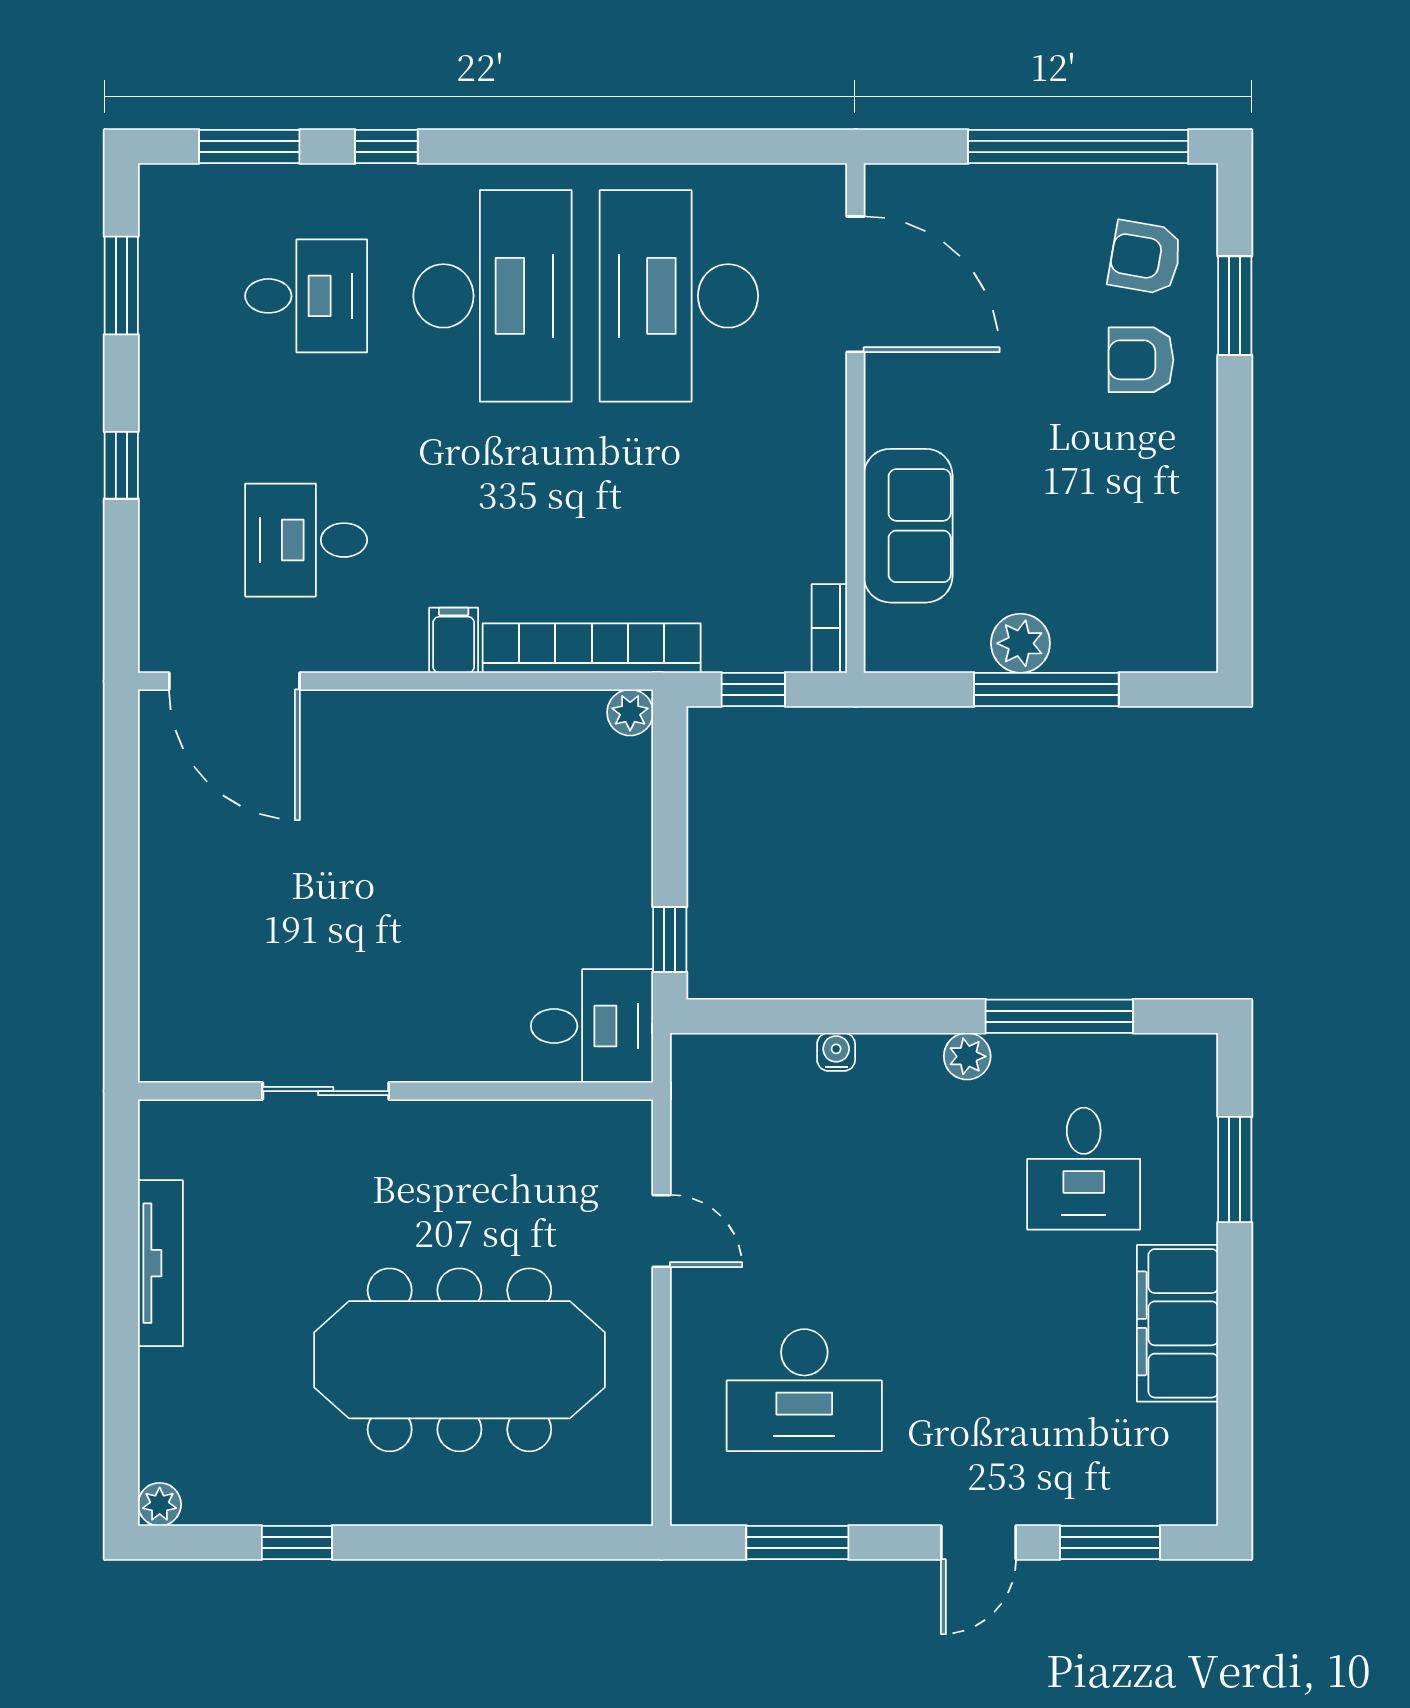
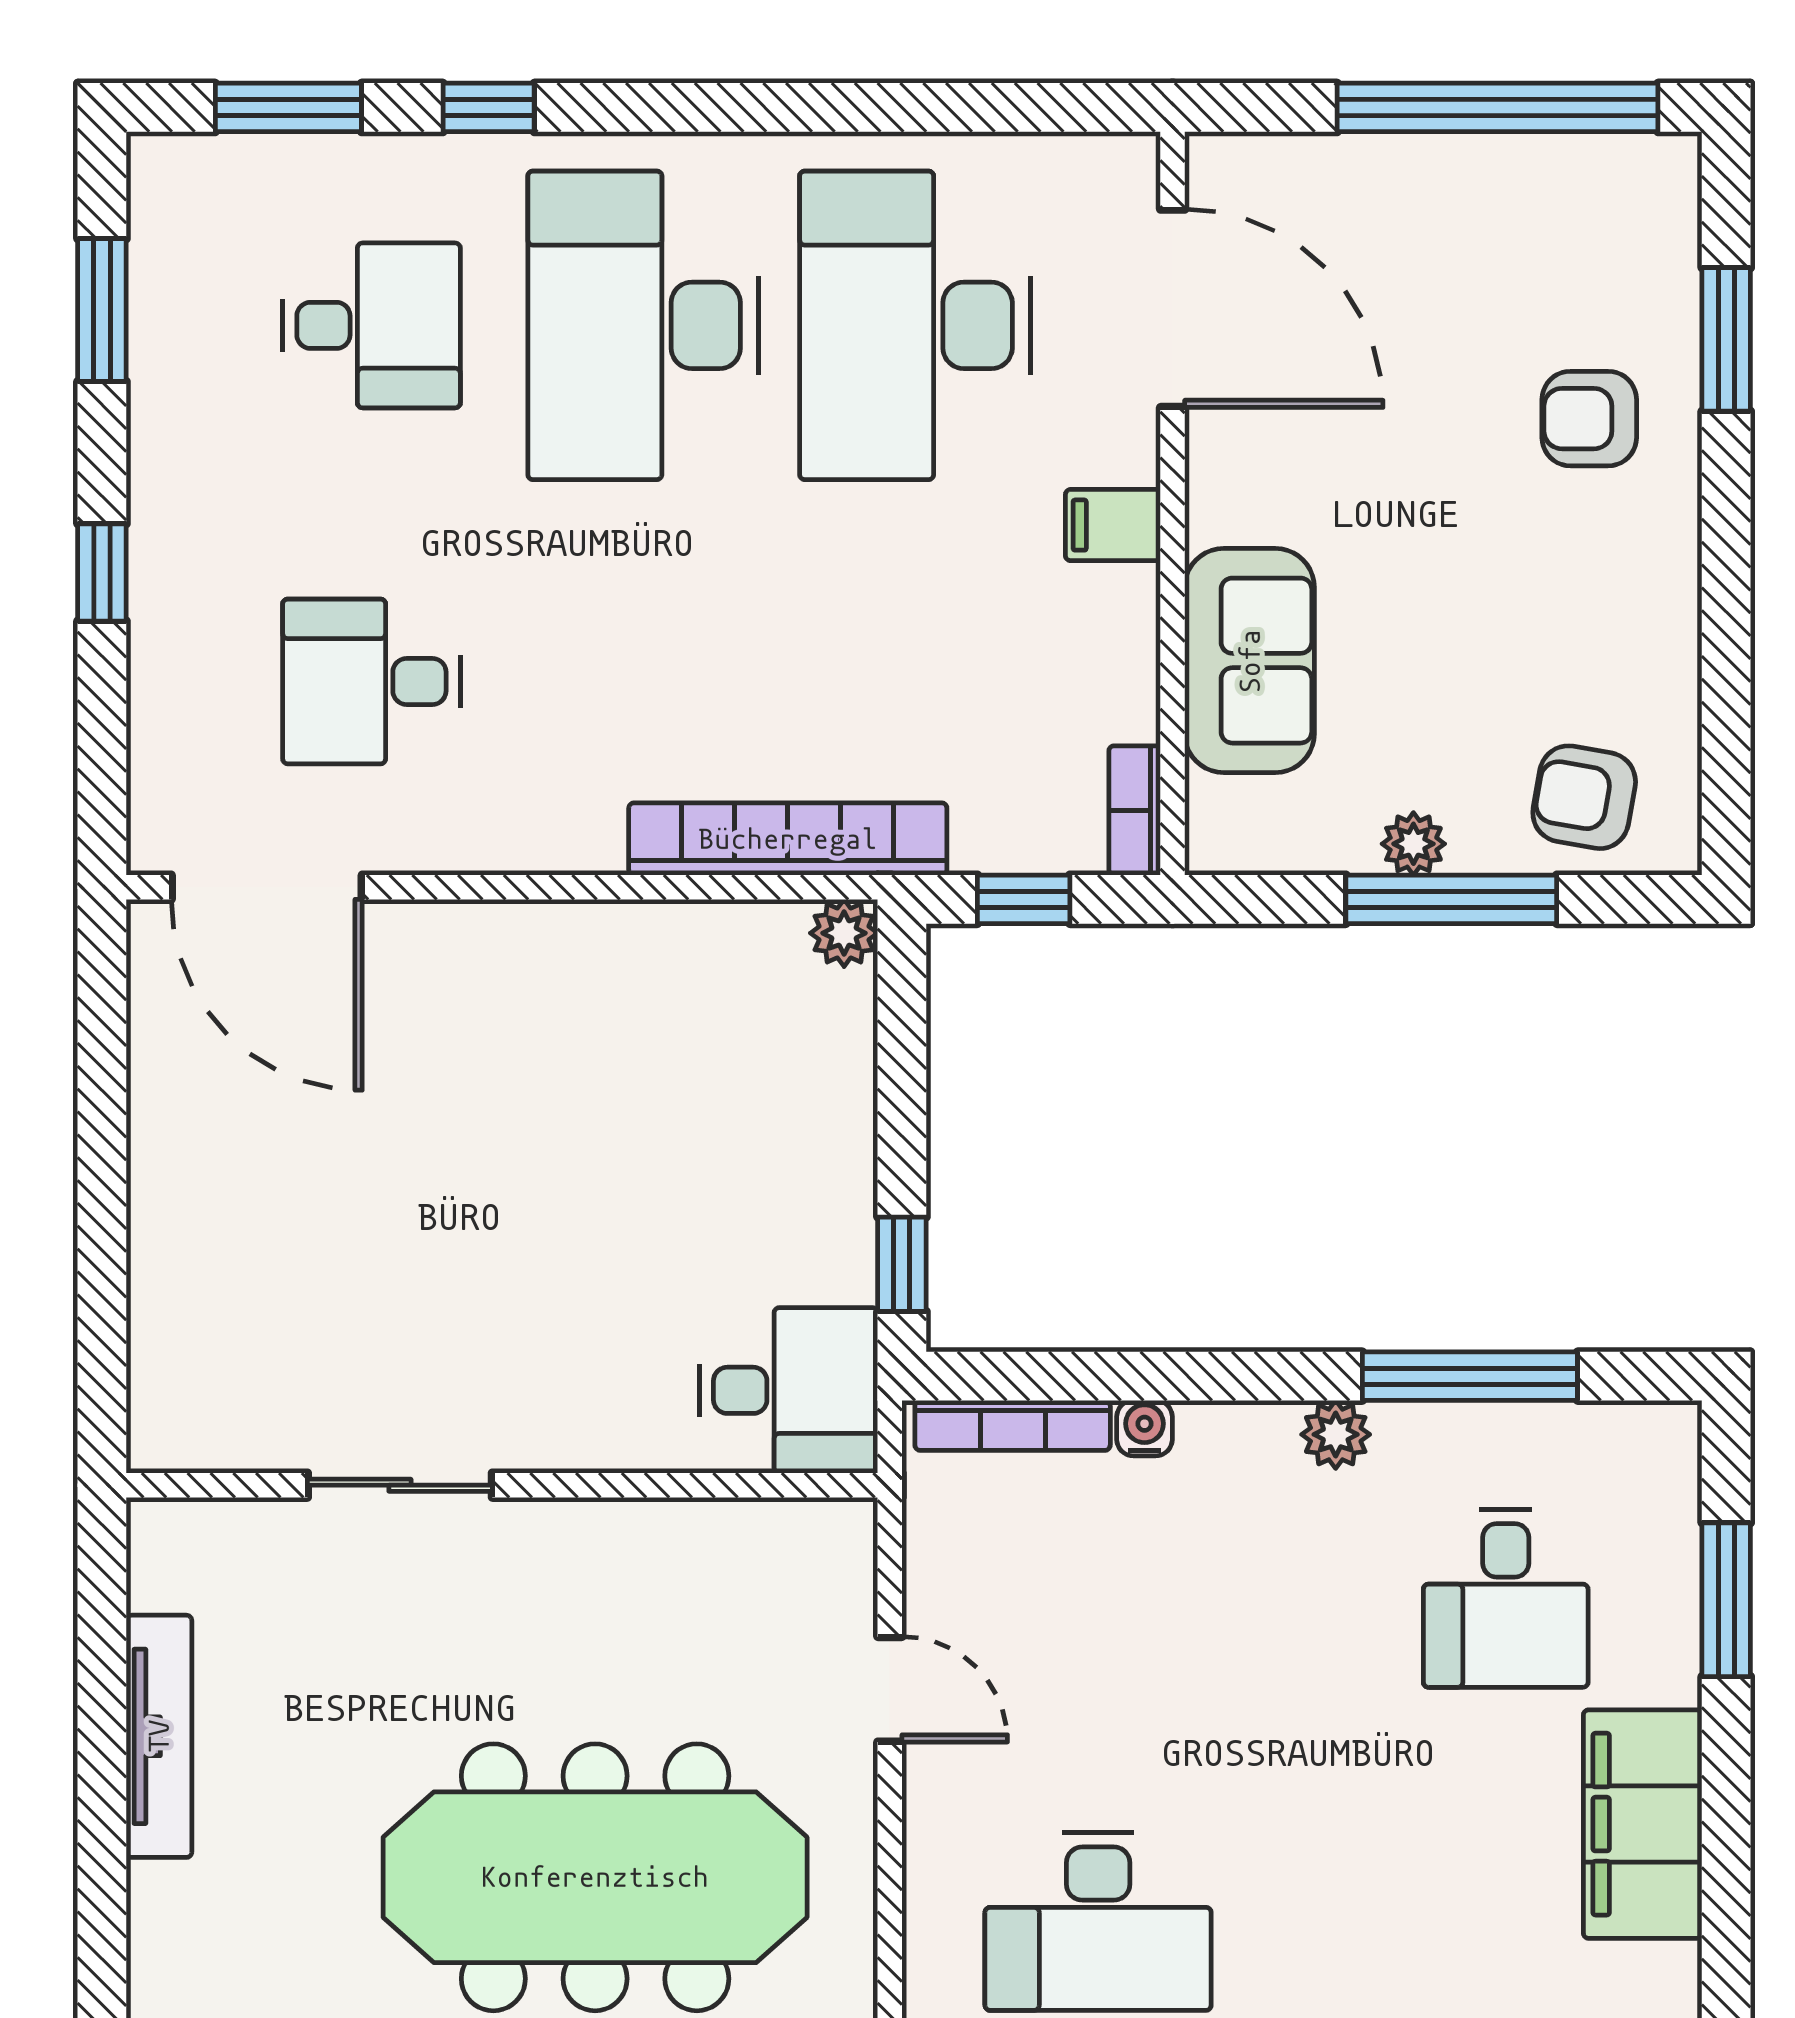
armchair: (1145, 258) -> (1584, 797), moved
desk: (493, 296) -> (643, 325), turned 180
filing cabinet: (454, 640) -> (1113, 525), moved, turned -90
plant: (1020, 643) -> (1413, 844), width x0.73, depth x0.73
bookcase: (746, 1050) -> (1013, 1425), added

